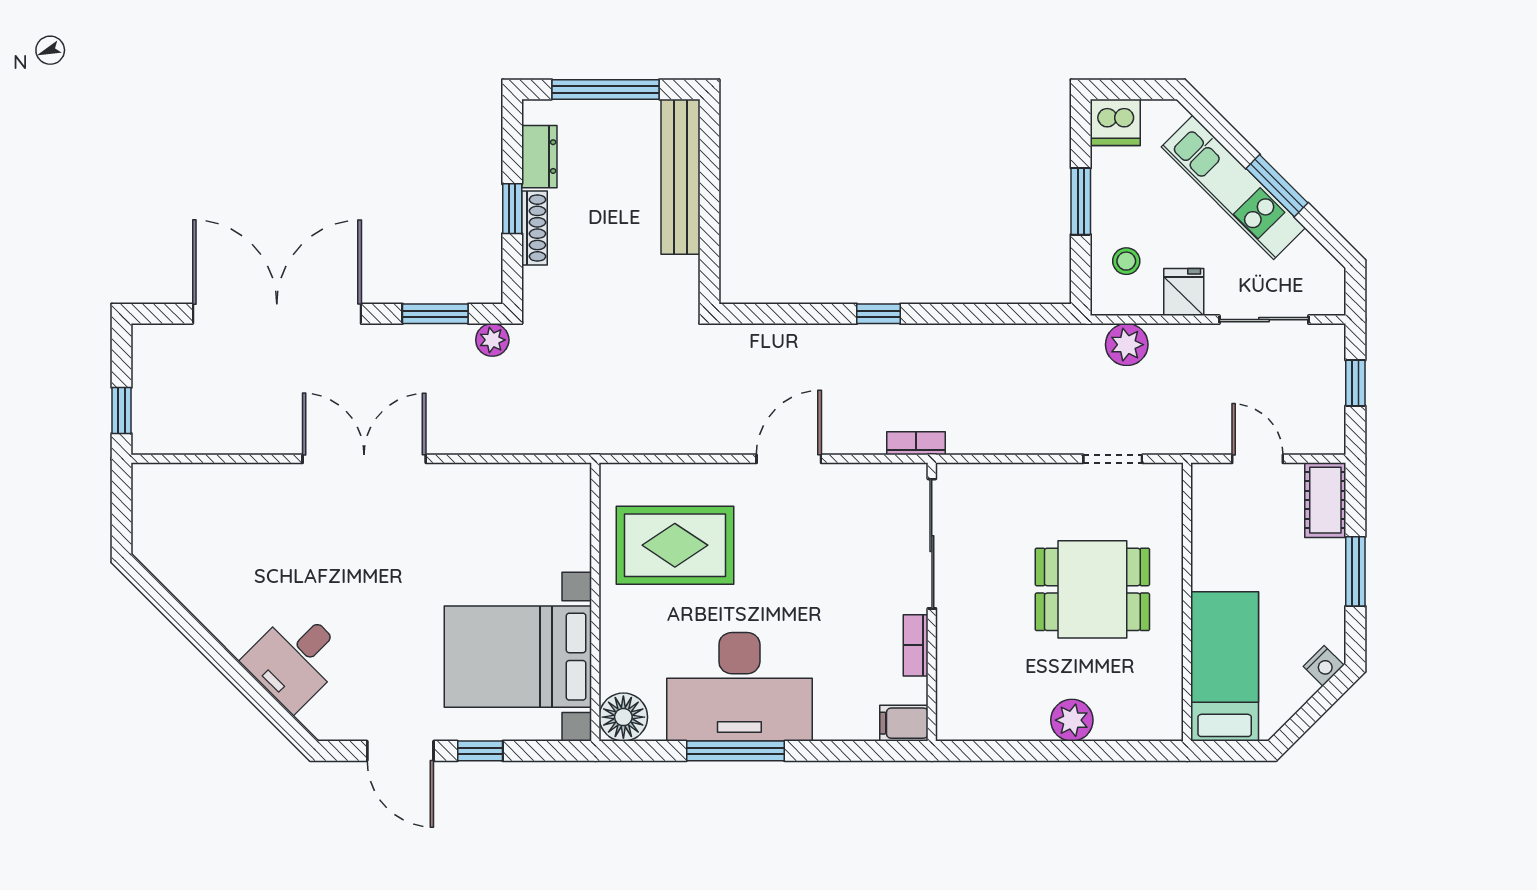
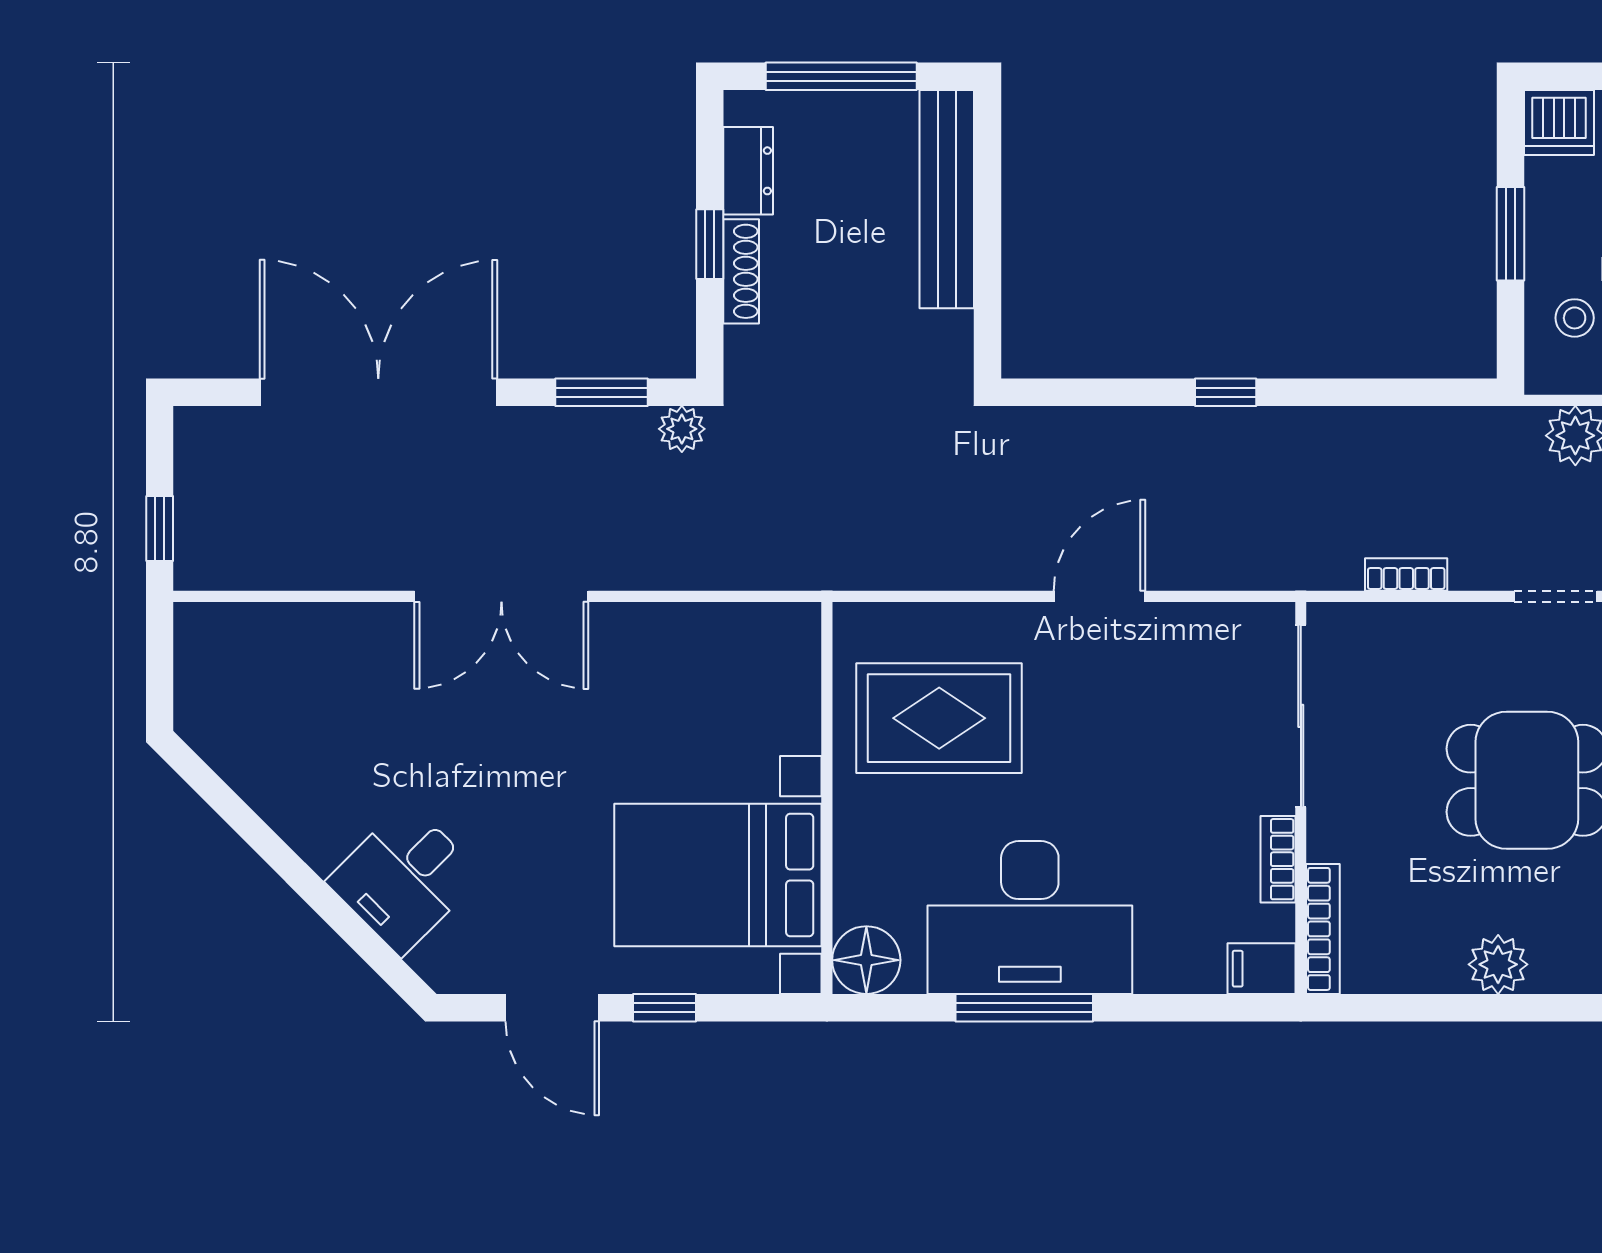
bookcase: (916, 443) -> (1406, 575), moved
double door: (364, 459) -> (501, 596), swing flipped
bookcase: (948, 695) -> (1323, 929), added

